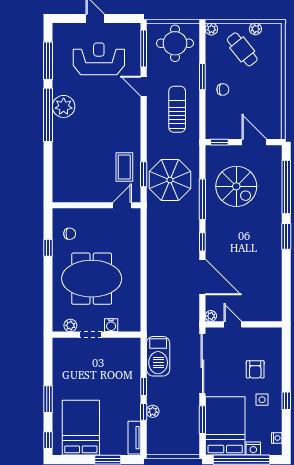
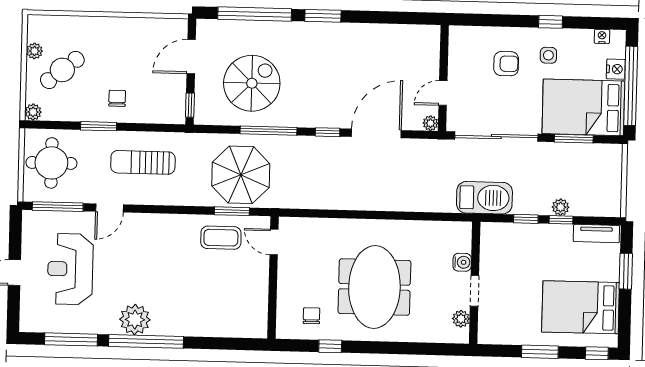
plant: (70, 325) -> (461, 319), moved
water cooler: (111, 325) -> (462, 262), moved
doorway: (91, 335) -> (474, 291), moved
wall: (97, 335) -> (475, 283), moved

